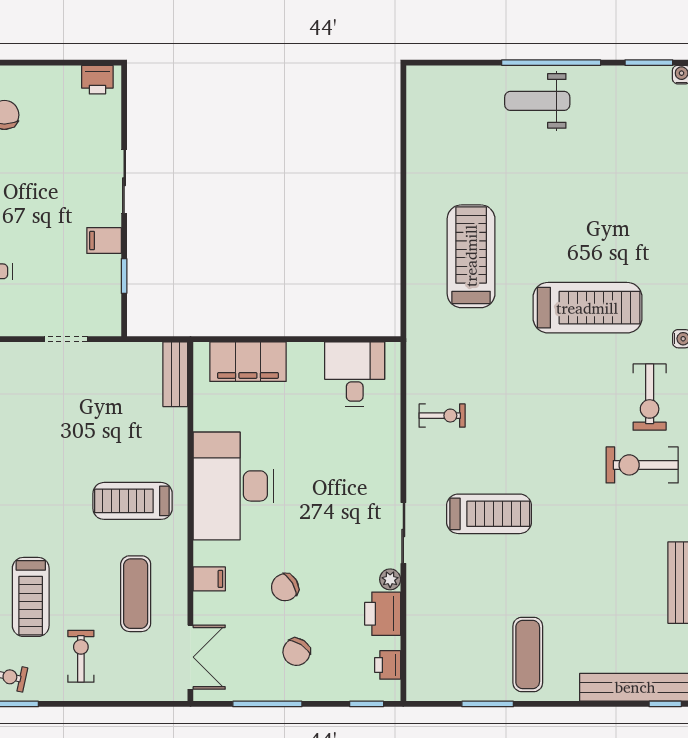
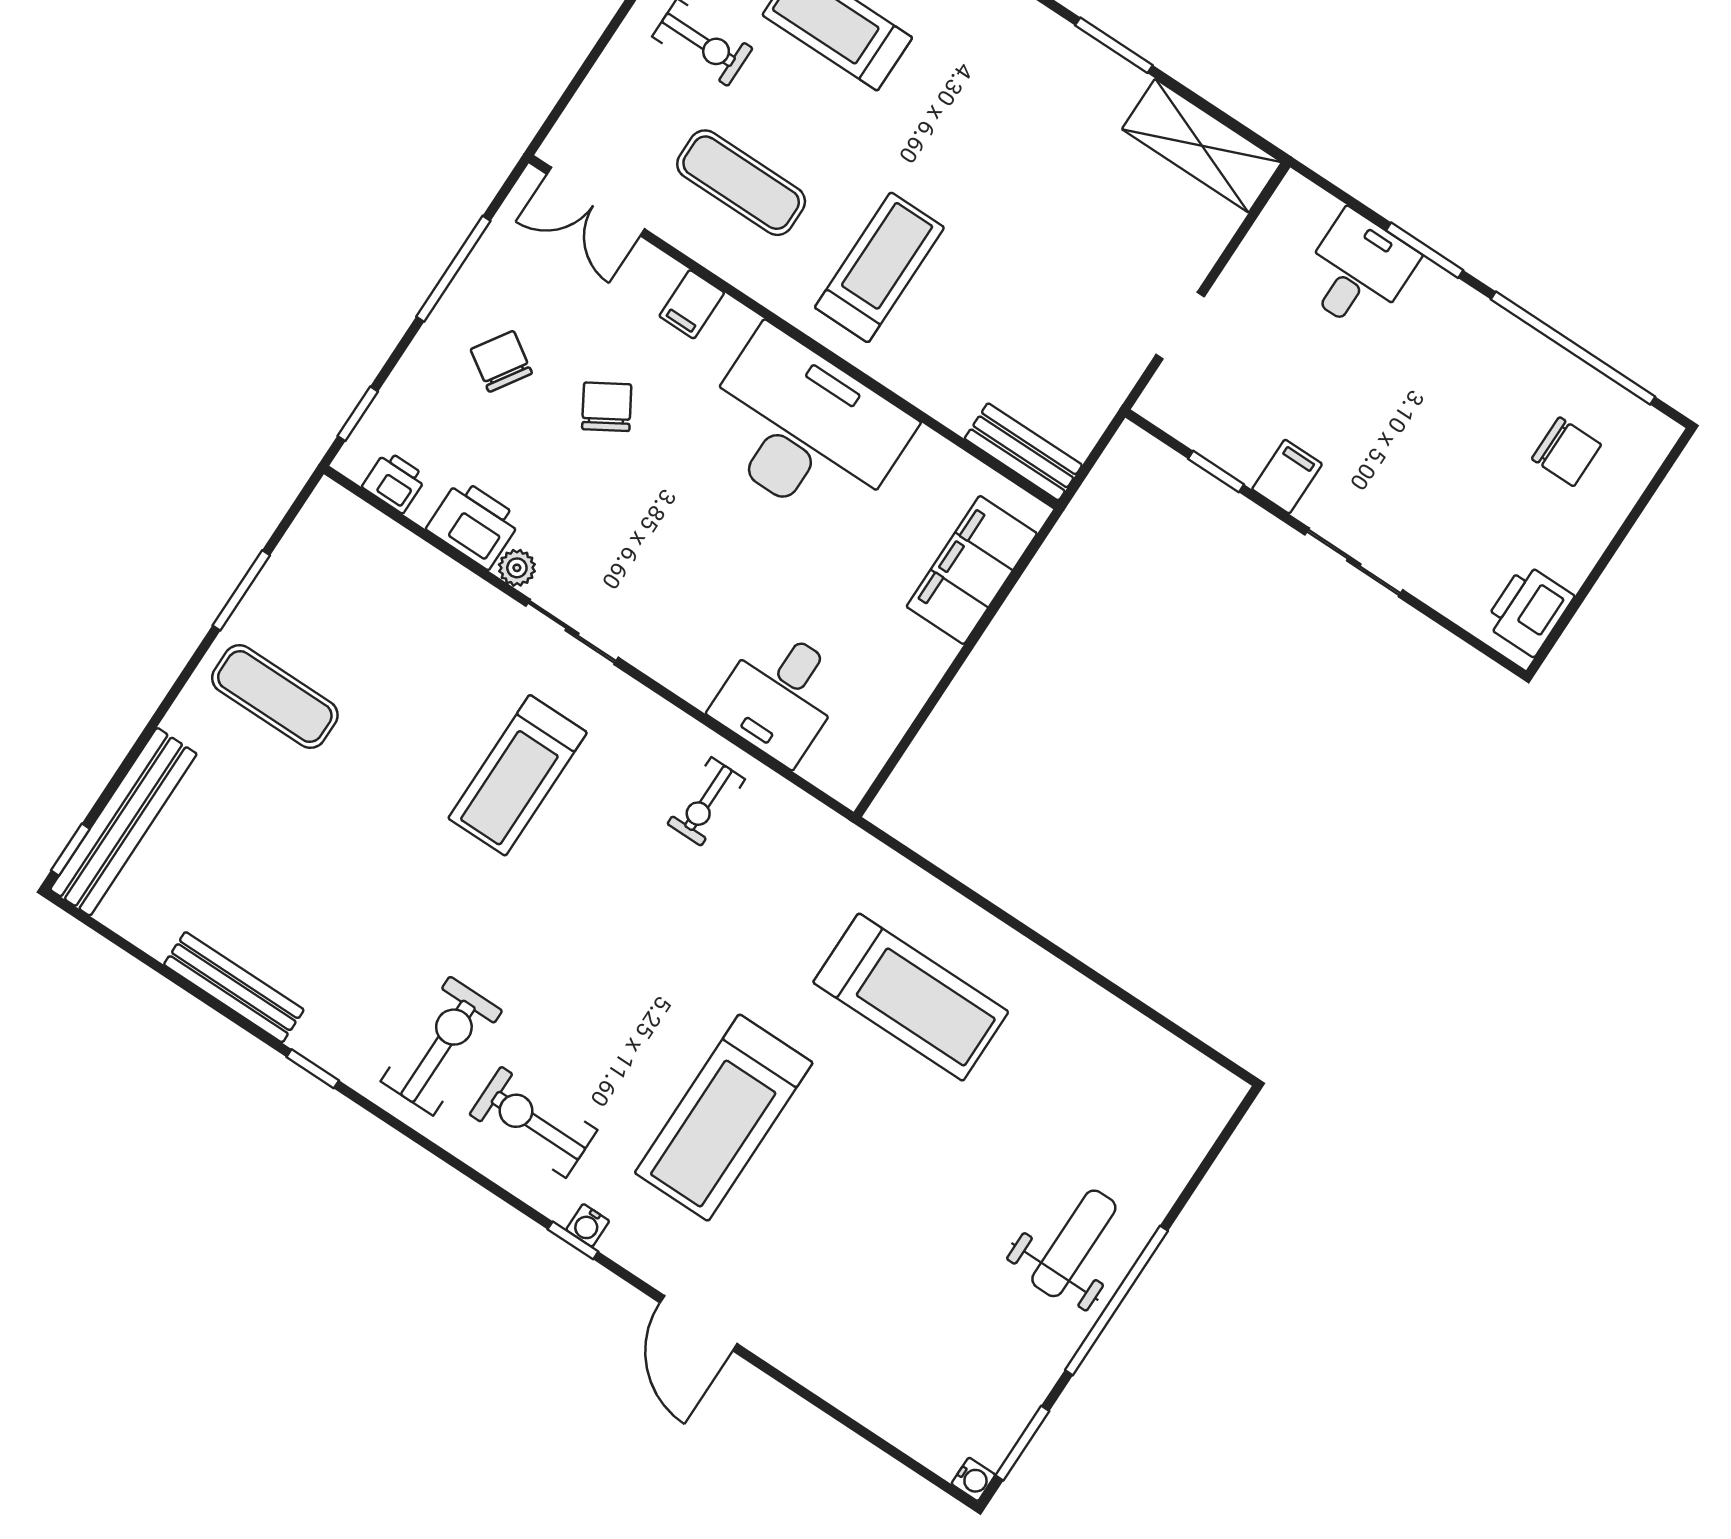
printer: (97, 80) -> (1529, 610), width x1.36, depth x1.24
desk: (355, 374) -> (780, 695), moved, turned 90

